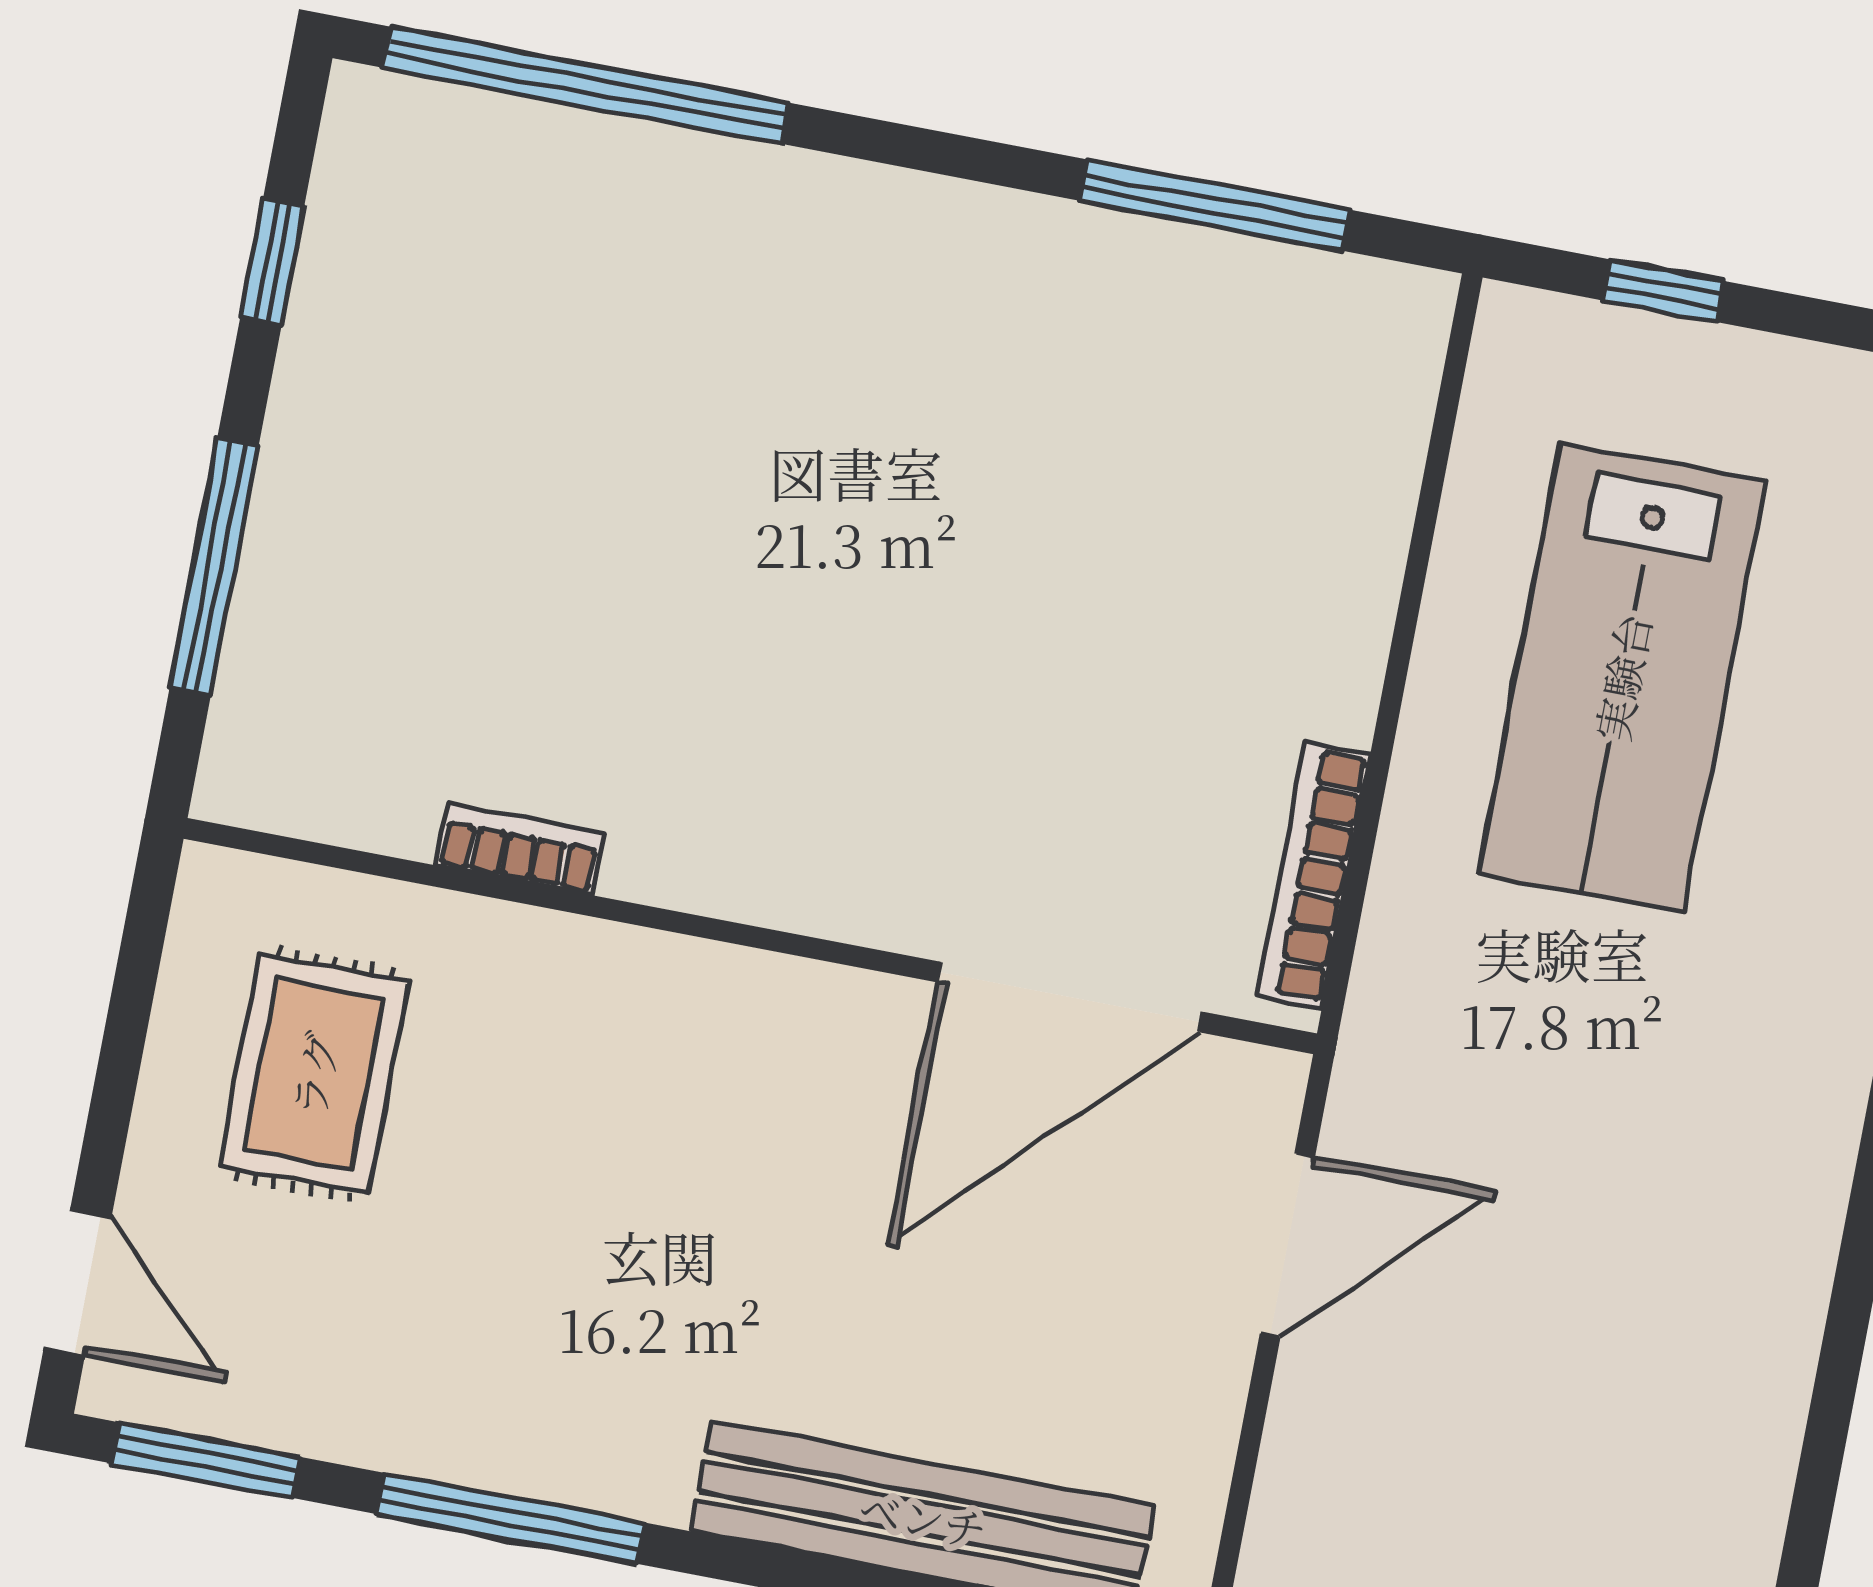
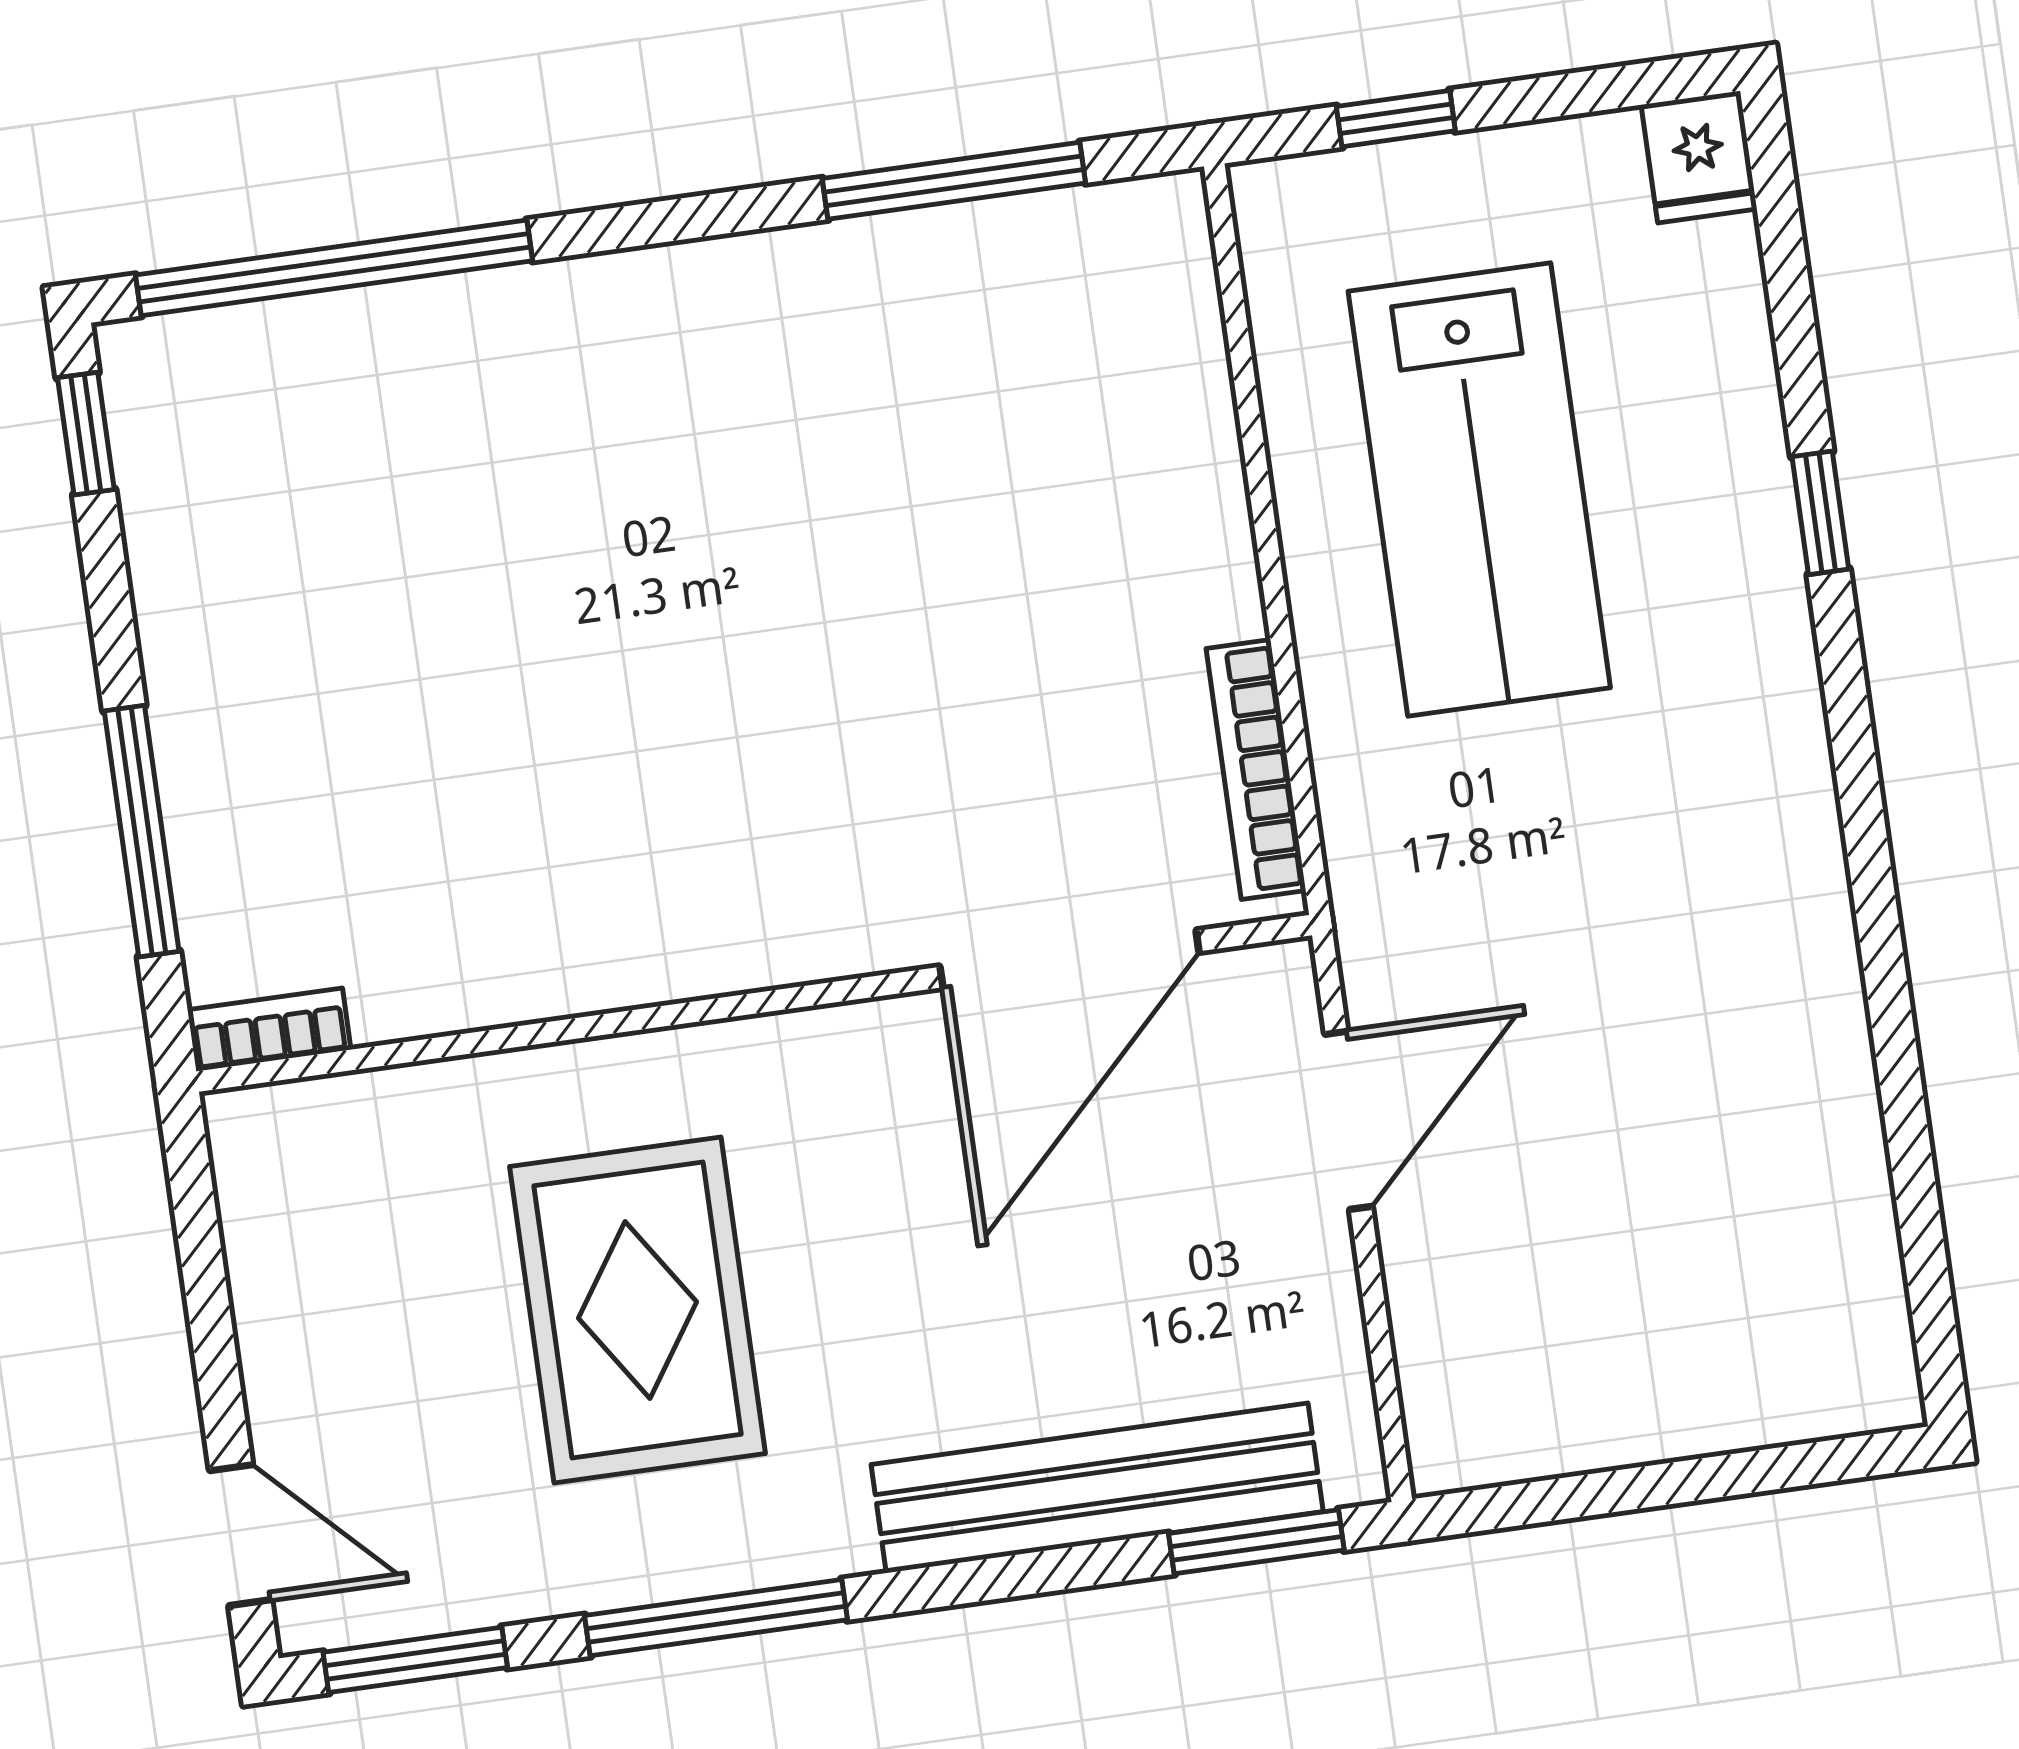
window: (272, 262) -> (86, 434), moved
bookcase: (520, 849) -> (269, 1030), moved
rug: (314, 1074) -> (637, 1310), moved, width x1.36, depth x1.43

